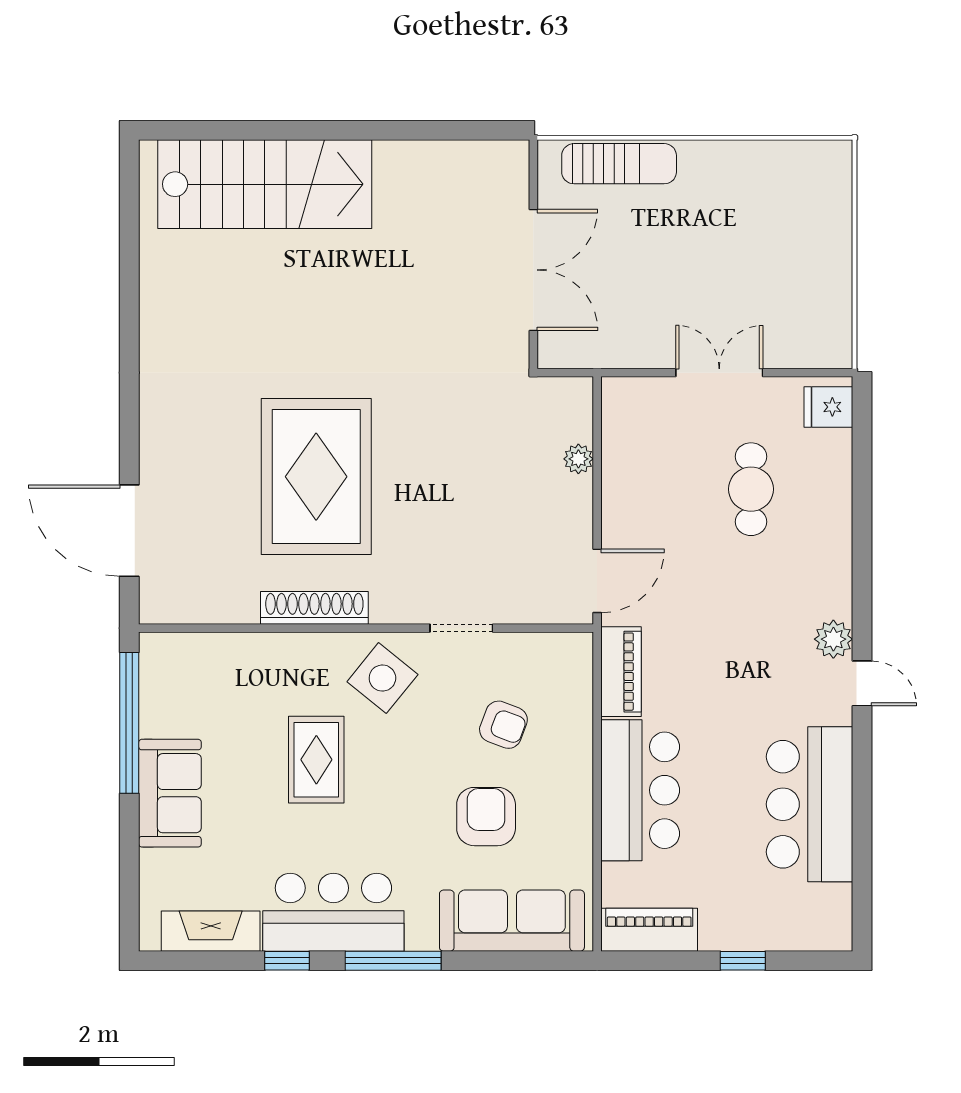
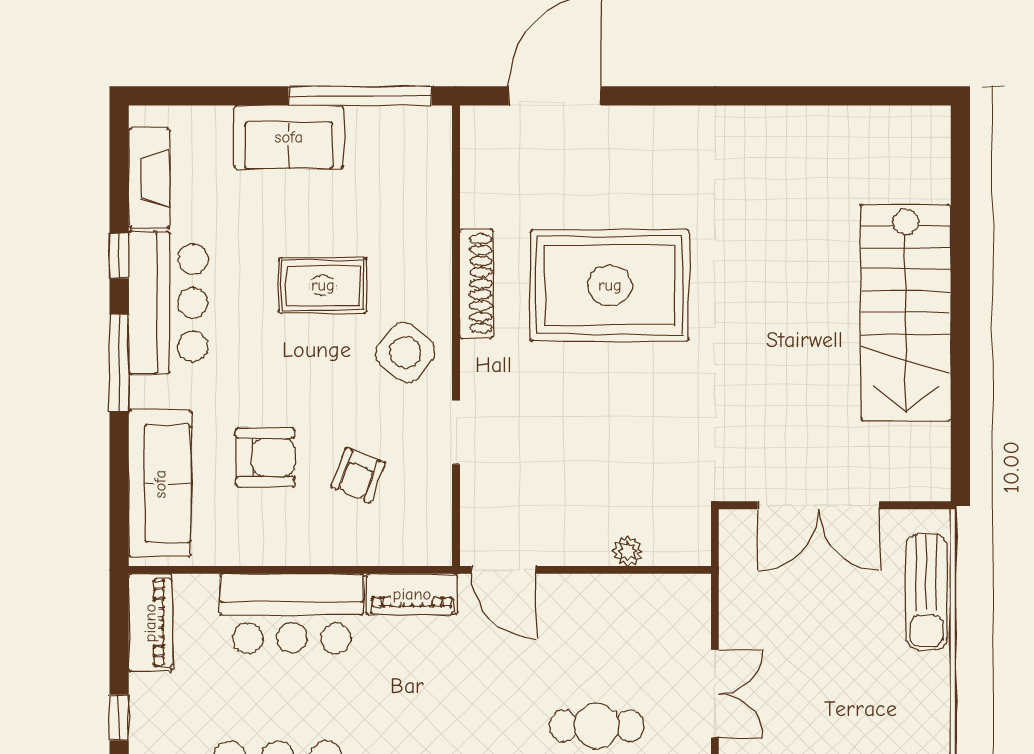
stairs: (265, 184) -> (906, 313), moved

